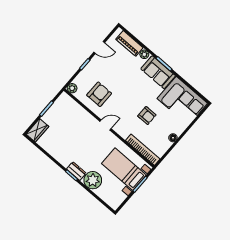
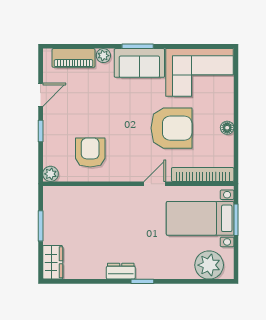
armchair: (147, 116) -> (171, 128), width x1.88, depth x1.88
door: (105, 125) -> (155, 184), moved
dresser: (76, 171) -> (121, 271), moved
plant: (93, 180) -> (209, 265), moved

